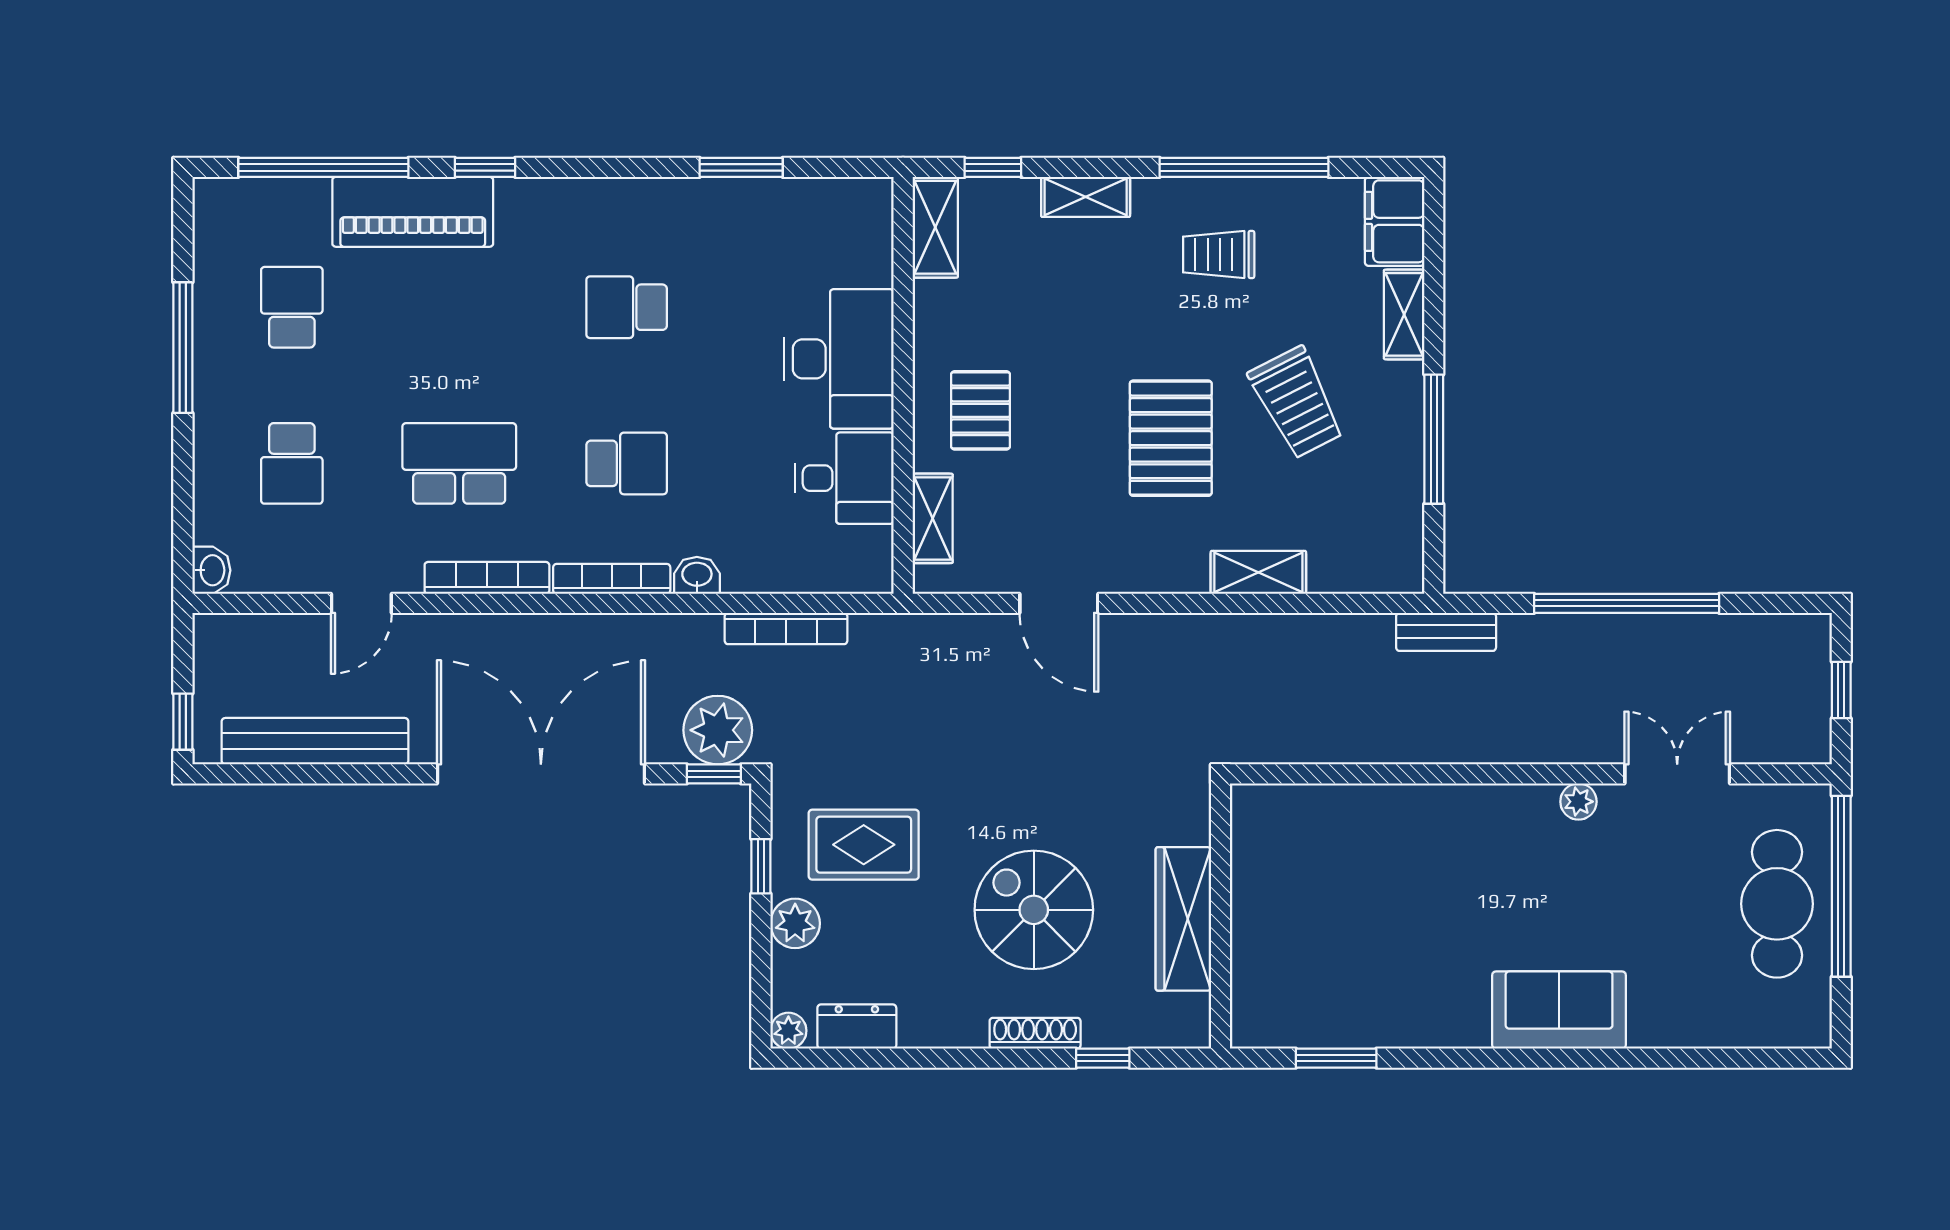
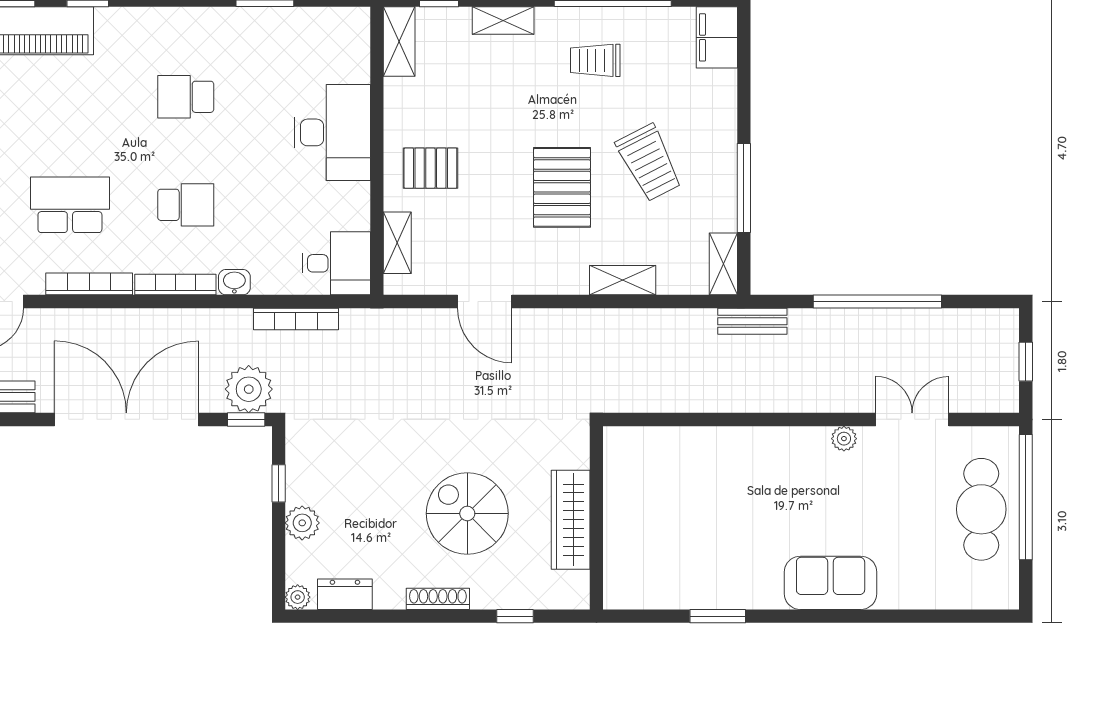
shelving: (1404, 314) -> (723, 264), moved
pallet: (981, 410) -> (430, 168), turned 90
desk: (844, 478) -> (336, 263), moved
rug: (864, 845) -> (350, 468), removed
shoe rack: (1035, 1033) -> (438, 599), moved
window: (1336, 1058) -> (718, 616), moved

